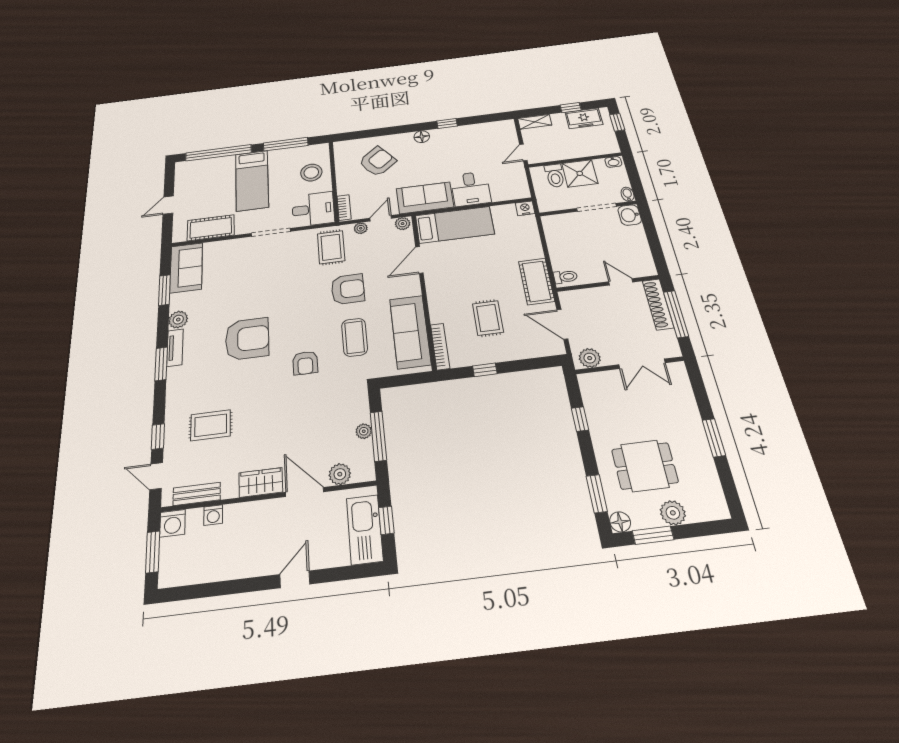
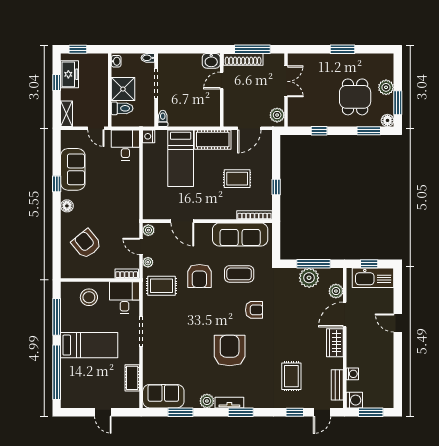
desk: (471, 189) -> (125, 145), moved, turned -90
sofa: (425, 198) -> (73, 169), moved, turned 180
washbasin: (630, 215) -> (211, 61), moved
bed: (455, 225) -> (181, 158), moved, turned 180
cot: (211, 228) -> (132, 378), width x0.73, depth x0.75
toilet: (565, 277) -> (163, 118), moved
armchair: (348, 289) -> (199, 276), turned 180
plant: (364, 431) -> (309, 278), width x1.88, depth x1.88

